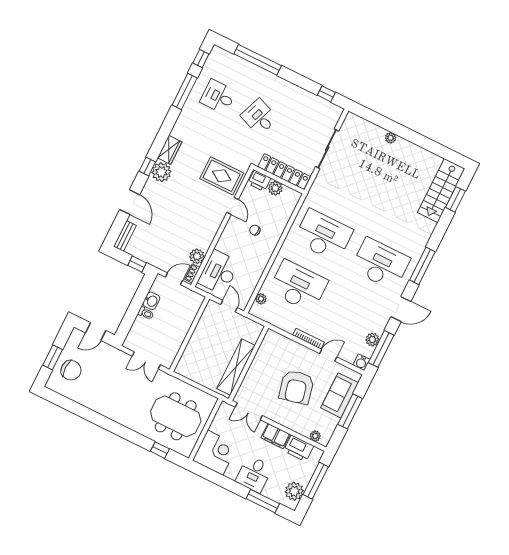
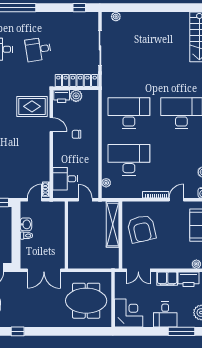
desk: (259, 117) -> (38, 49), turned -30
plant: (391, 138) -> (116, 17), moved
plant: (197, 256) -> (43, 175), removed
desk: (219, 272) -> (65, 179), width x0.73
double door: (146, 360) -> (44, 270), width x1.37
shelving: (236, 367) -> (113, 224), moved
armchair: (296, 387) -> (142, 229), moved
window: (160, 450) -> (18, 331), moved

